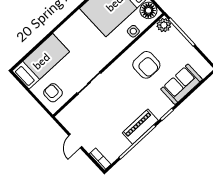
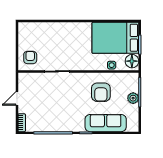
plant: (164, 25) -> (133, 98), moved
bed: (41, 61) -> (40, 32), removed
sofa: (182, 84) -> (106, 123), width x1.36
piano: (140, 127) -> (63, 125), removed

